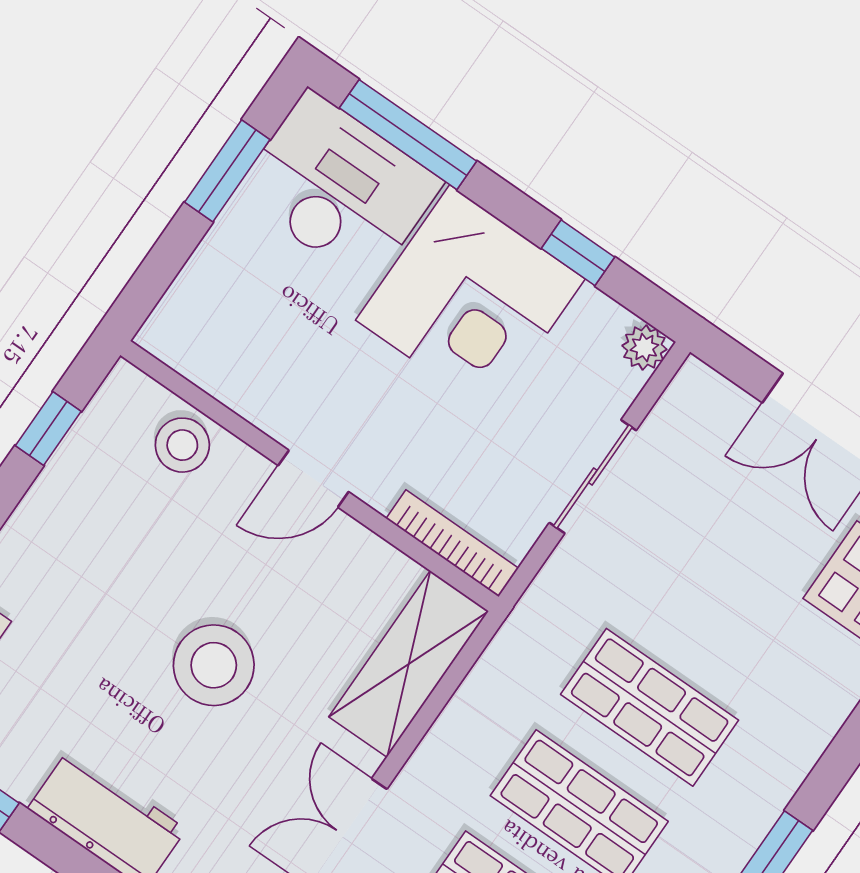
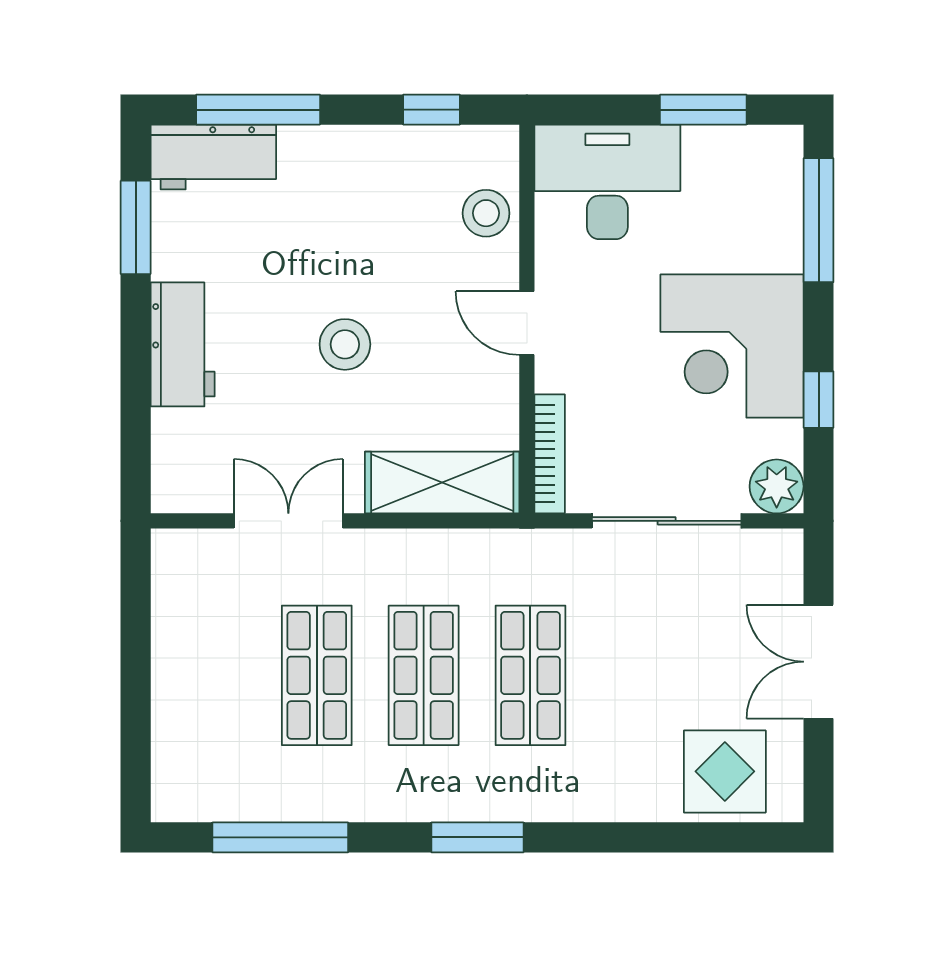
desk: (339, 188) -> (607, 182), moved, turned -90
plant: (644, 347) -> (777, 486), width x1.38, depth x1.38
sliding door: (593, 477) -> (667, 521), width x1.37
stool: (214, 665) -> (345, 344), width x0.73, depth x0.73

